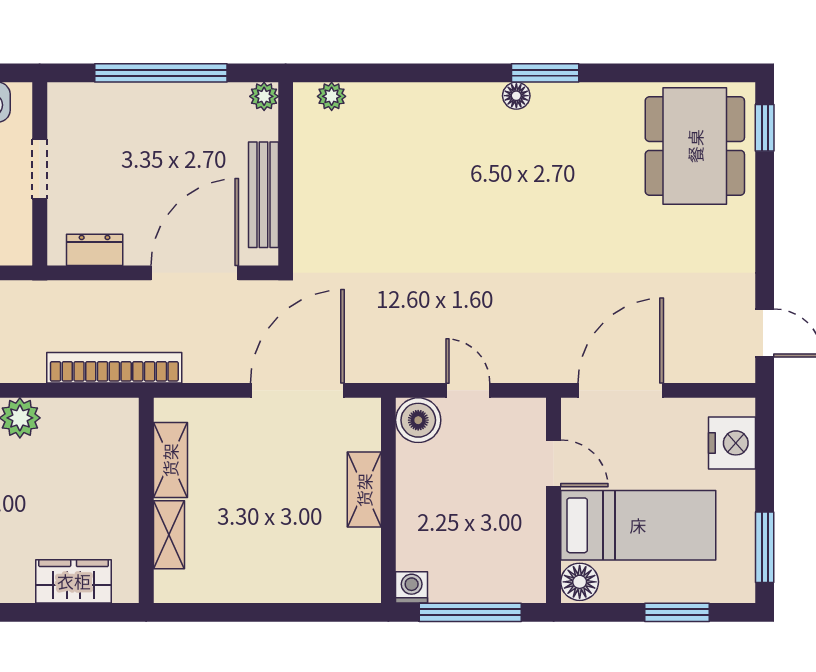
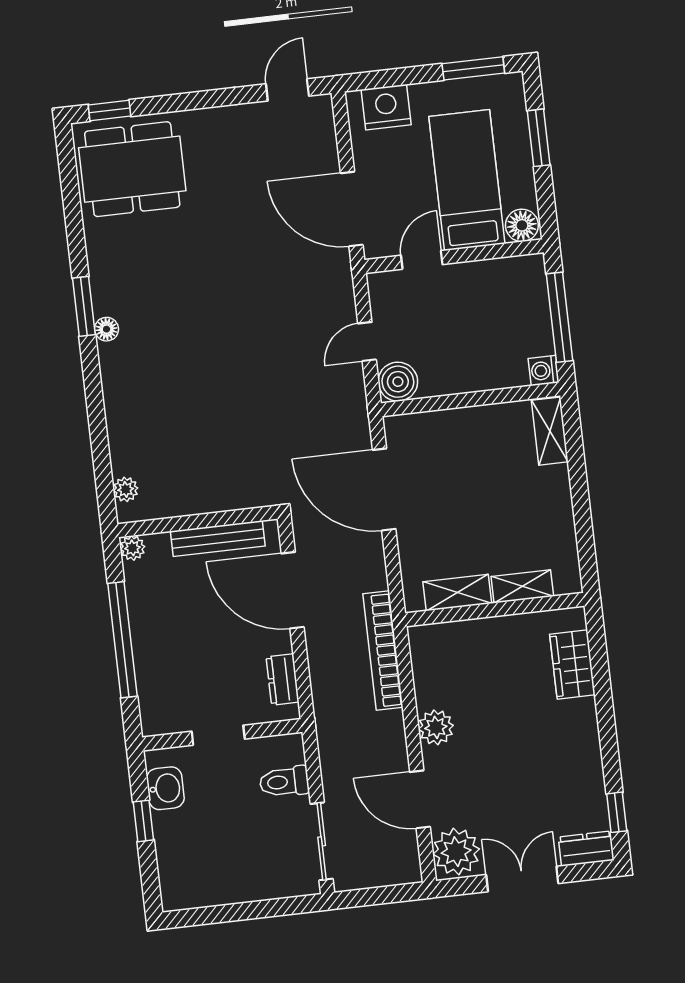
shelving: (364, 490) -> (550, 431), moved, turned 90

